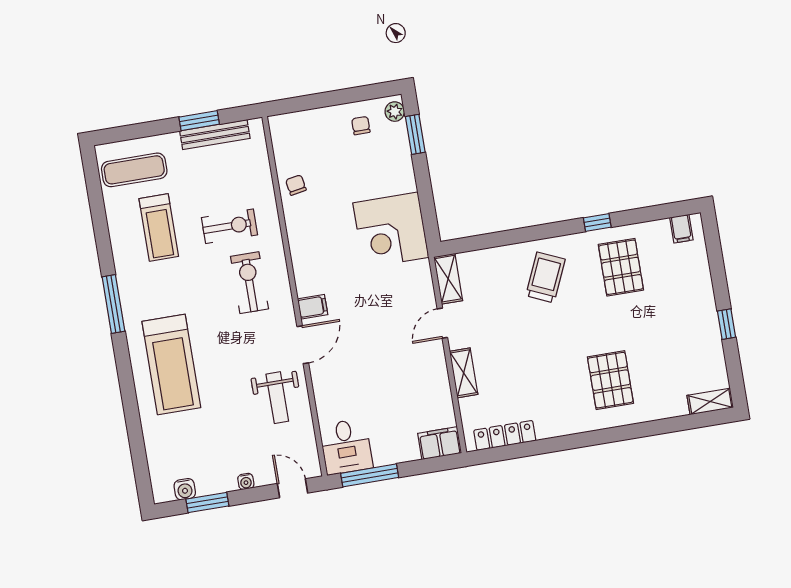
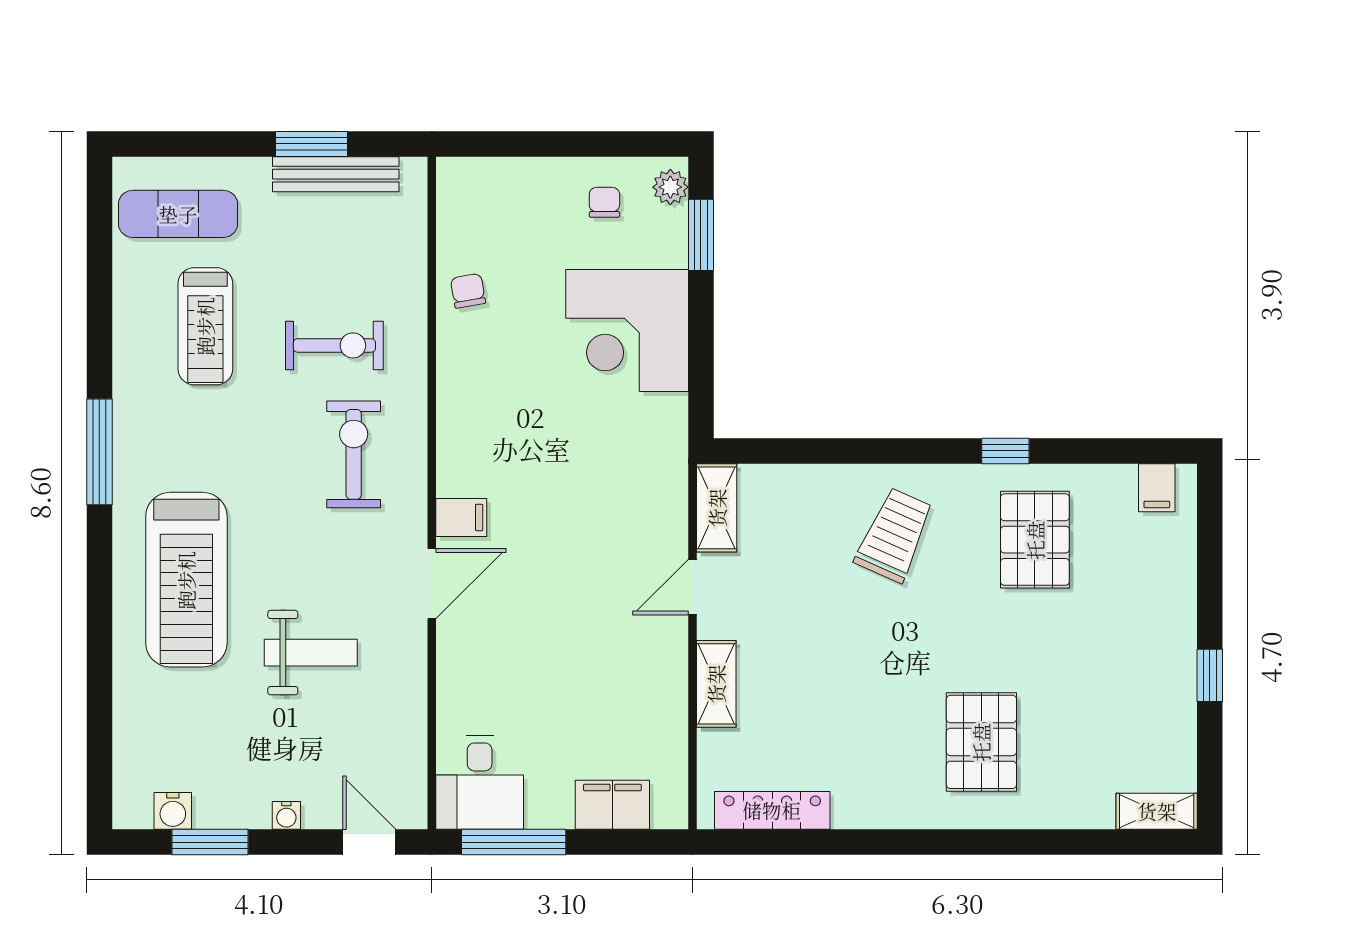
corner desk: (391, 230) -> (627, 331), moved
weight bench: (277, 398) -> (311, 653), moved, turned -90
filing cabinet: (440, 443) -> (612, 805), moved

